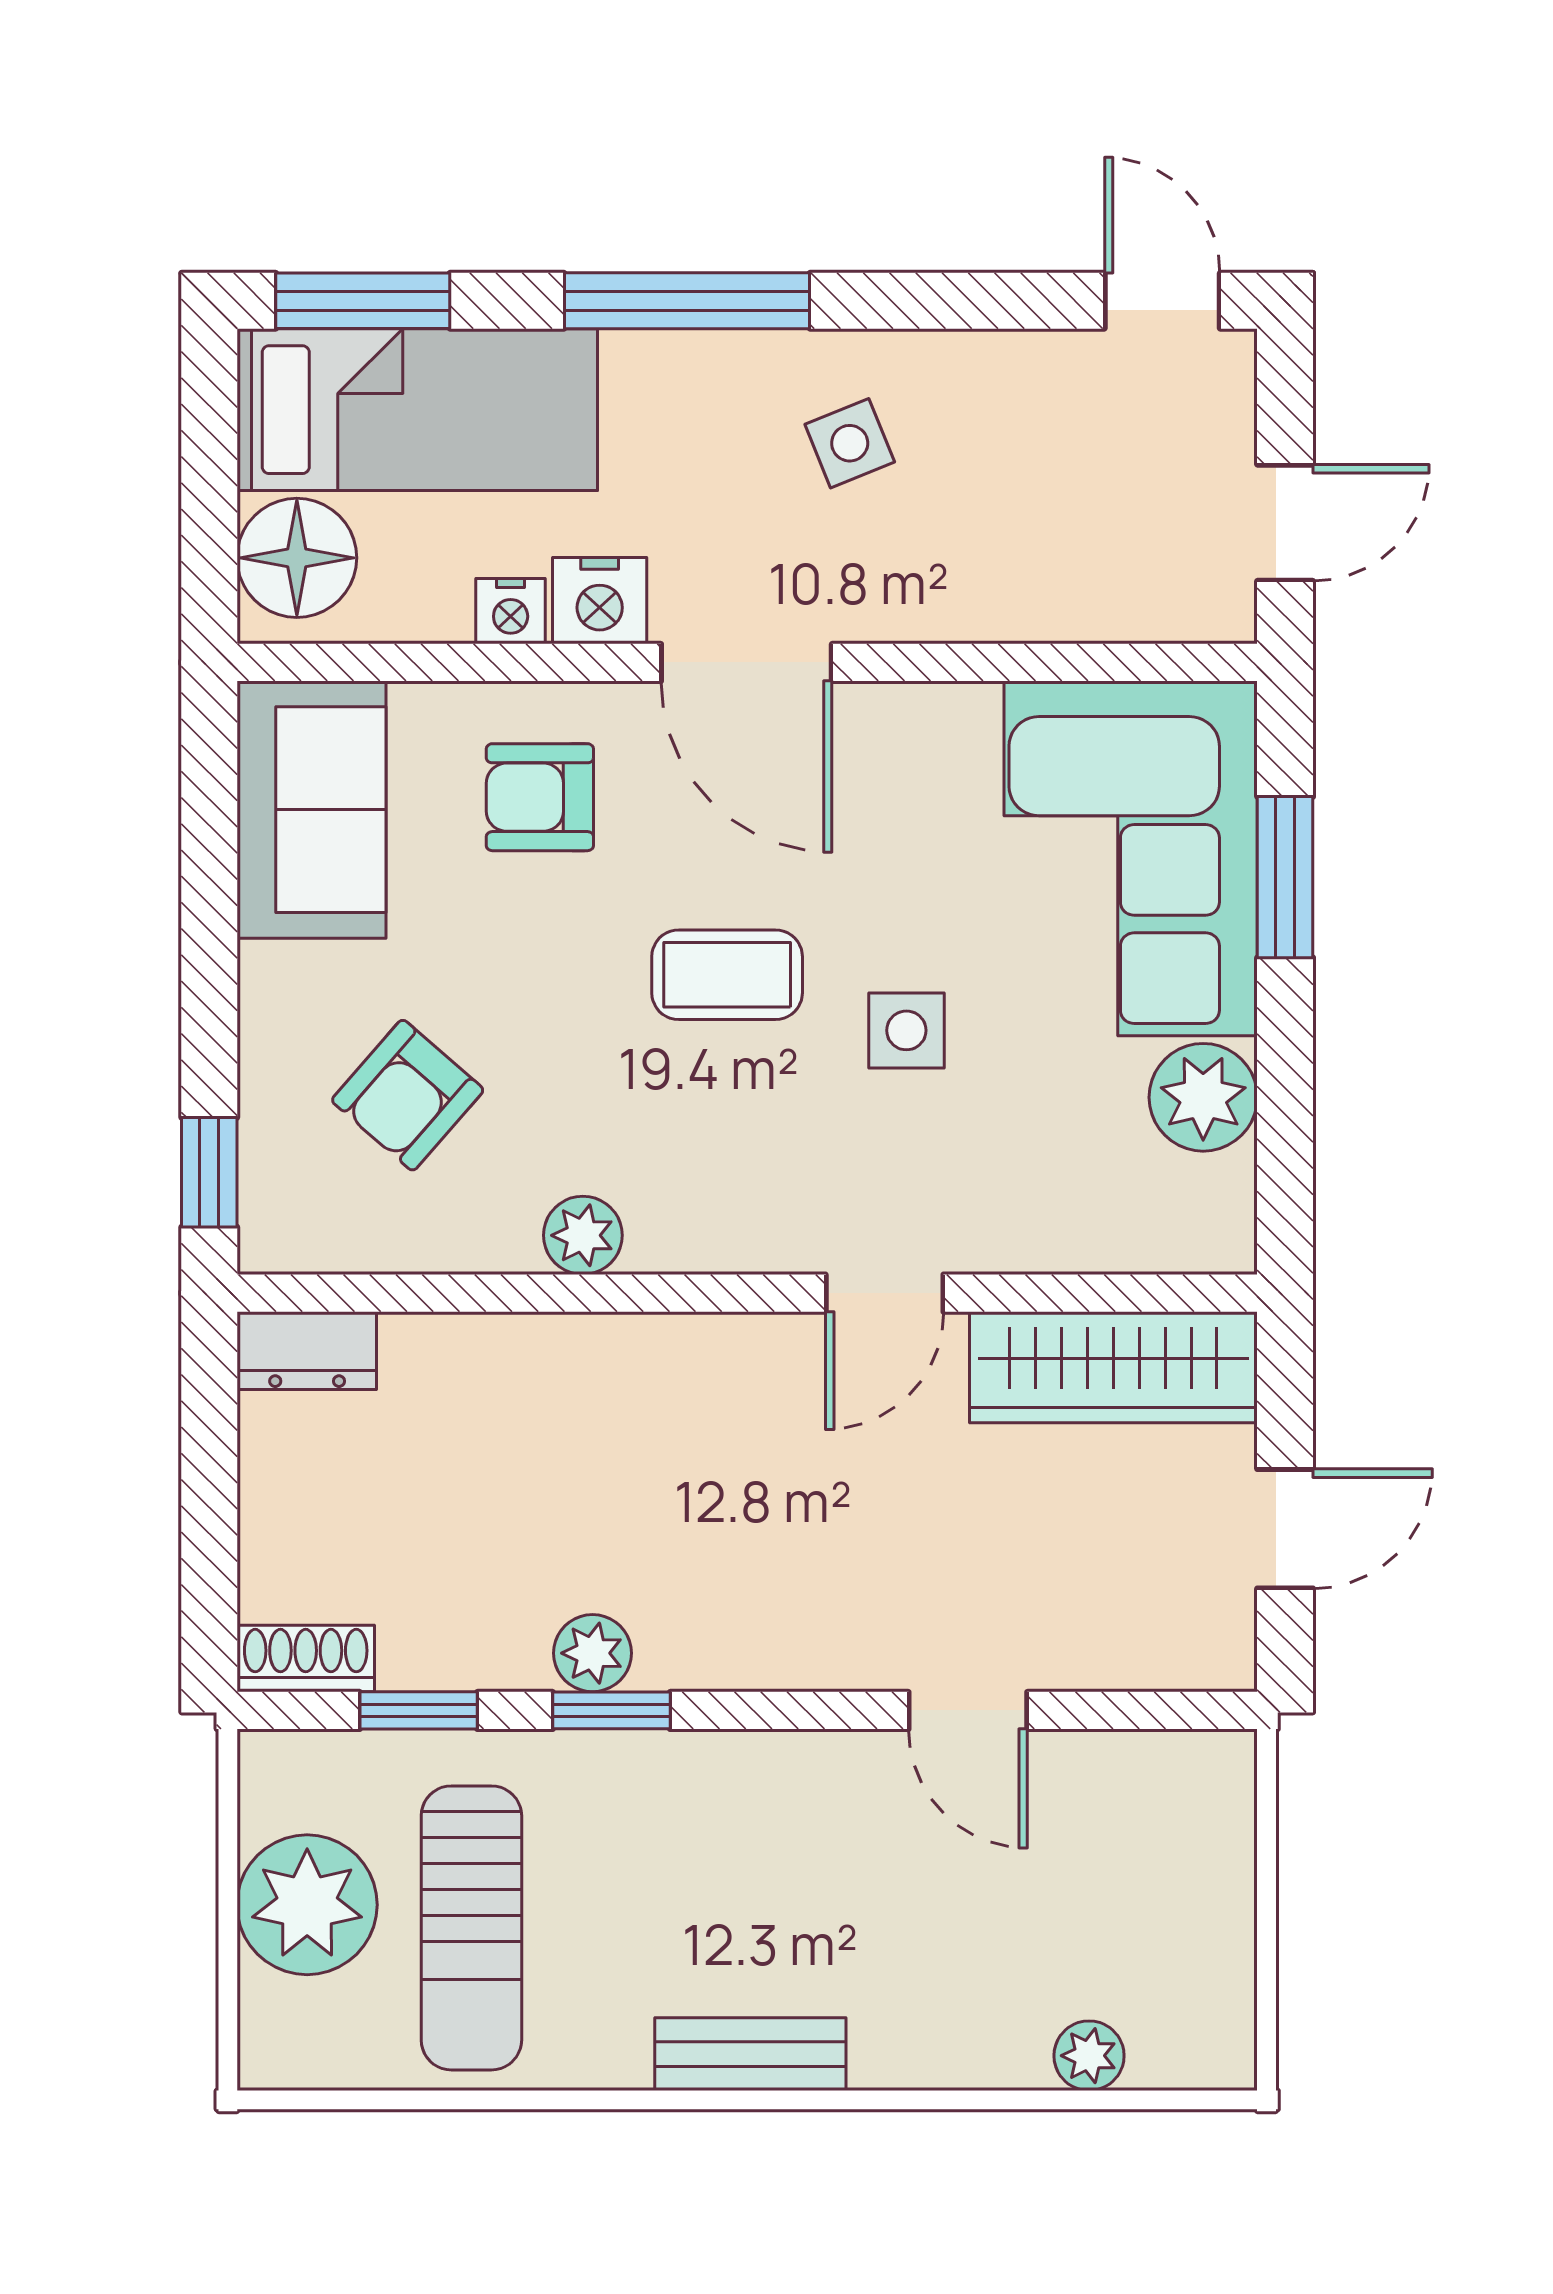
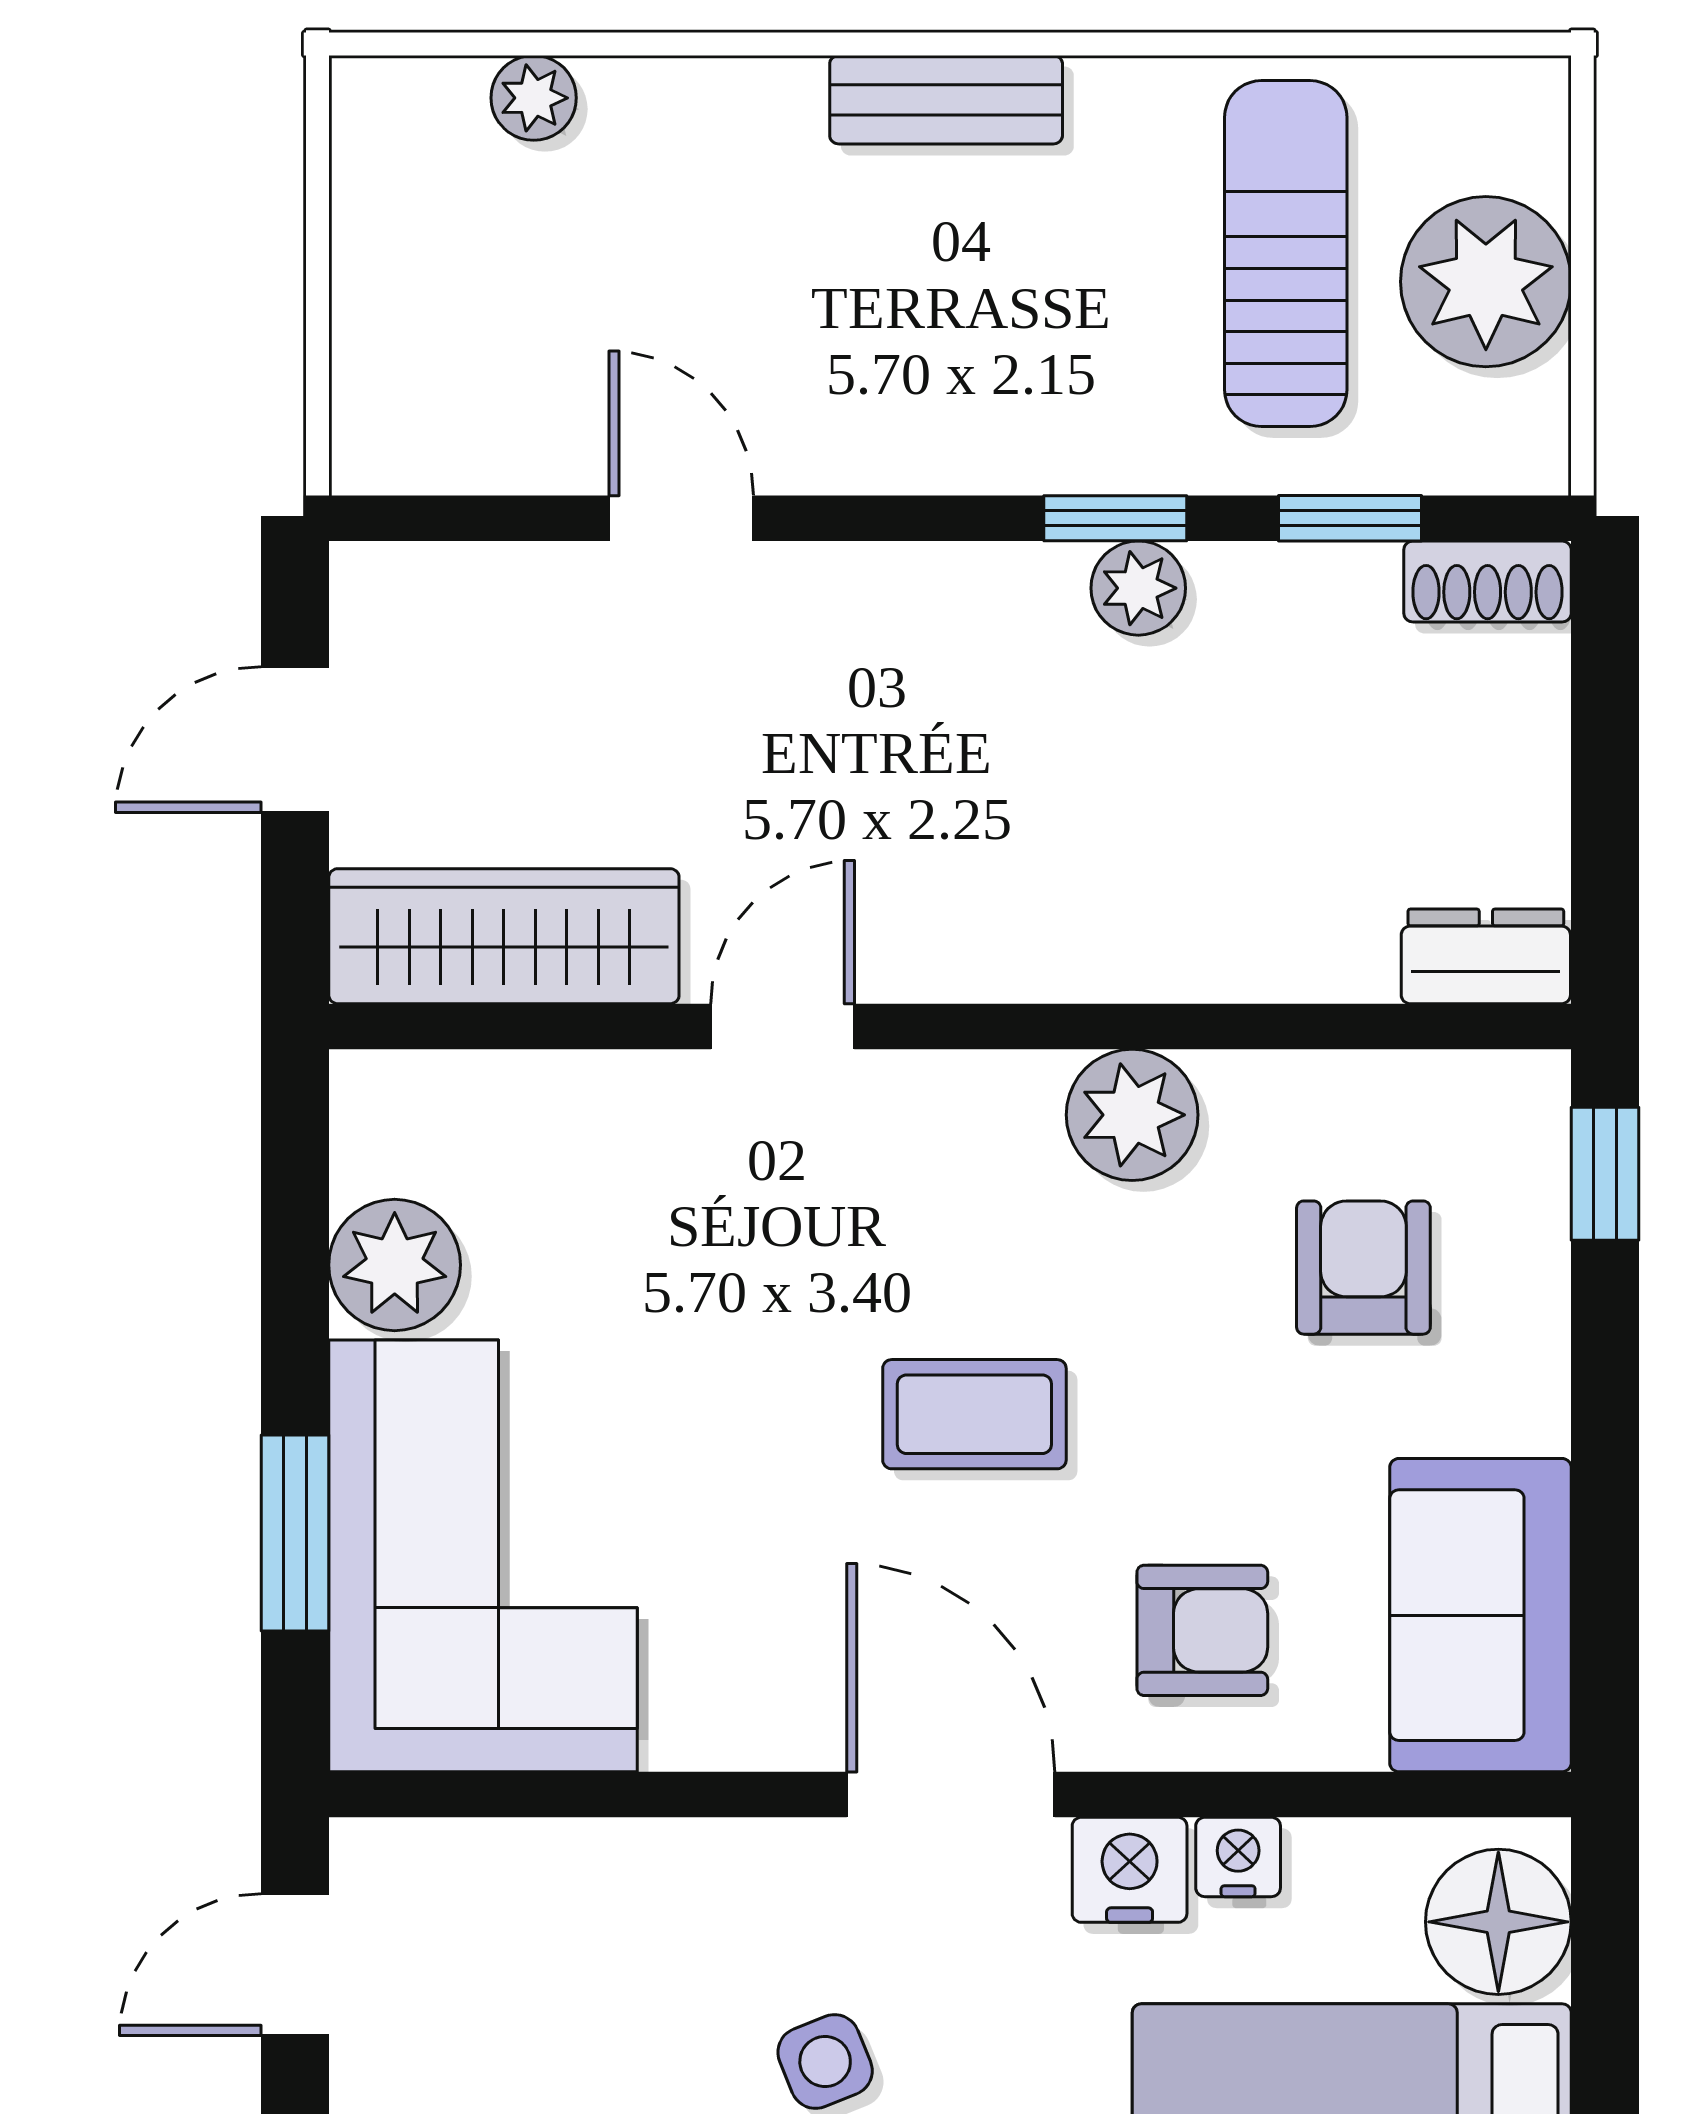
side table: (906, 1030) -> (756, 1346), removed
armchair: (408, 1095) -> (1363, 1268), turned -41
plant: (583, 1235) -> (1132, 1115), width x1.38, depth x1.38

